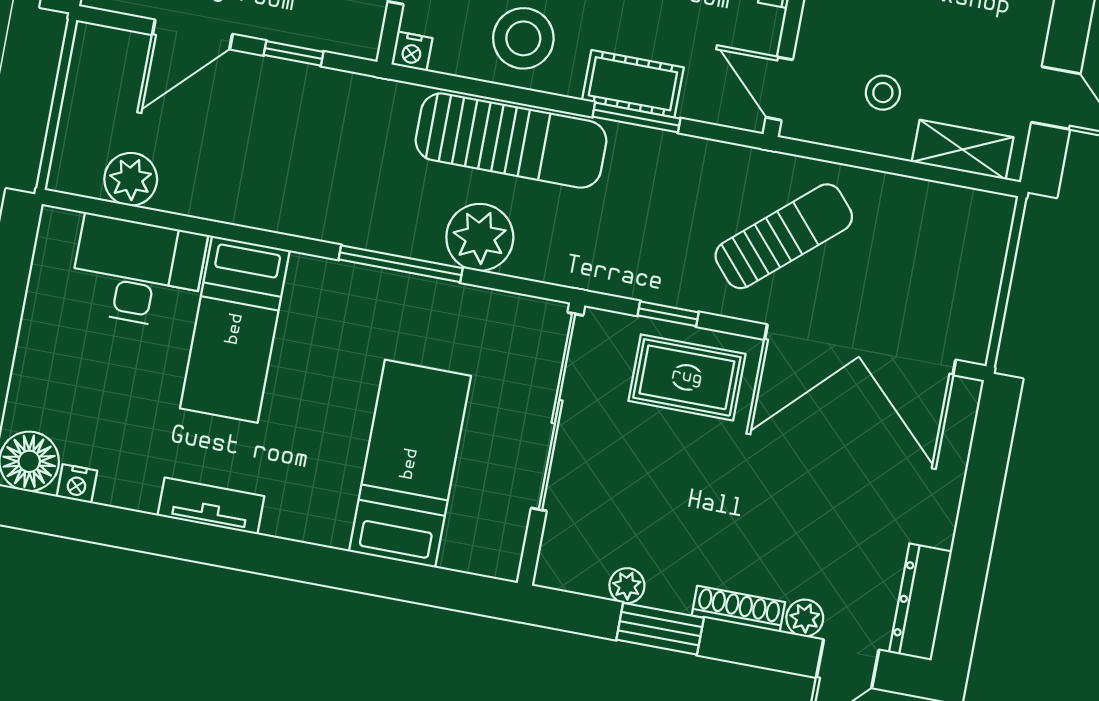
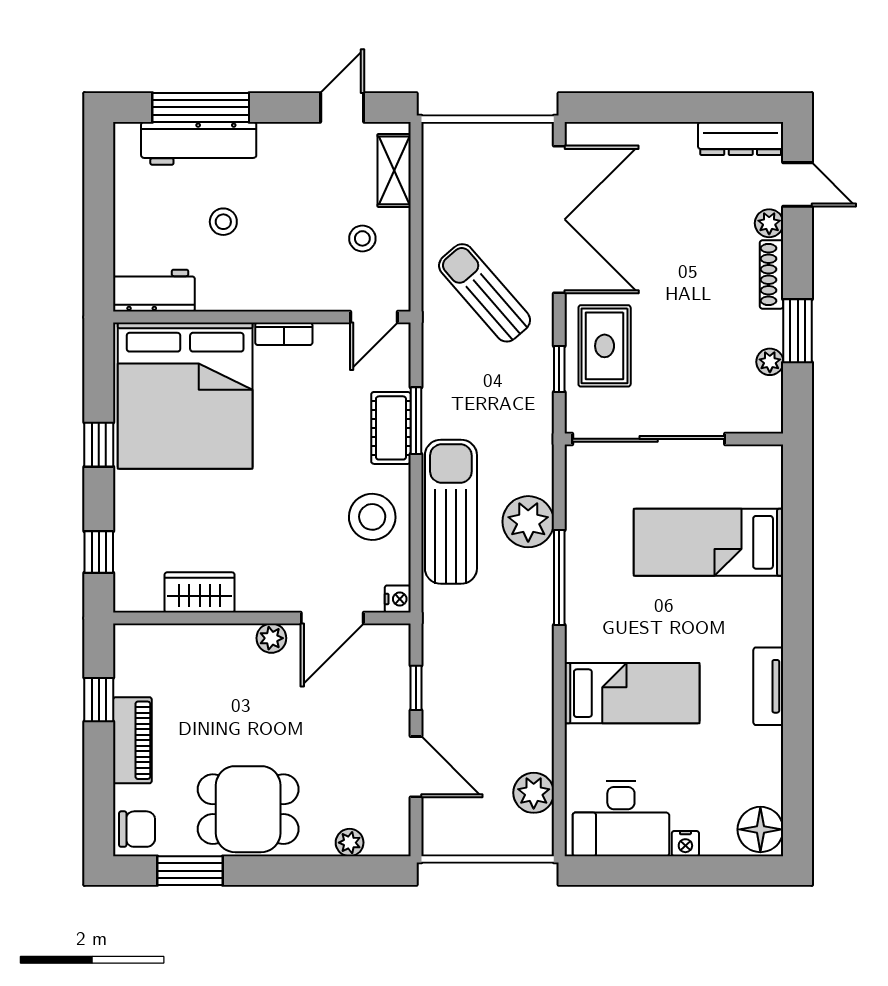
desk: (138, 272) -> (621, 819), moved, turned -90
nightstand: (77, 484) -> (685, 844), moved, turned 90

